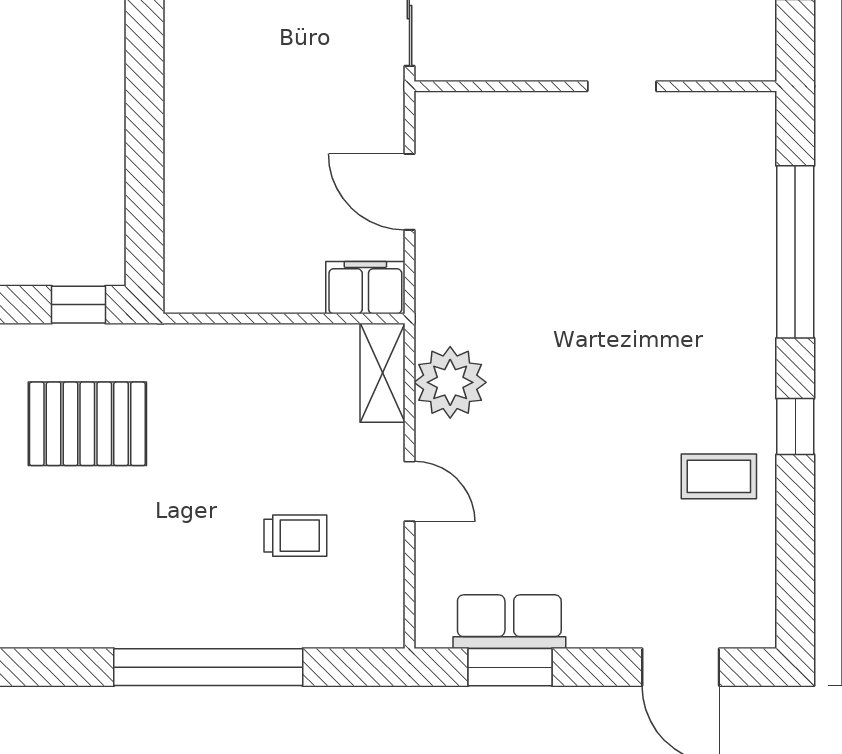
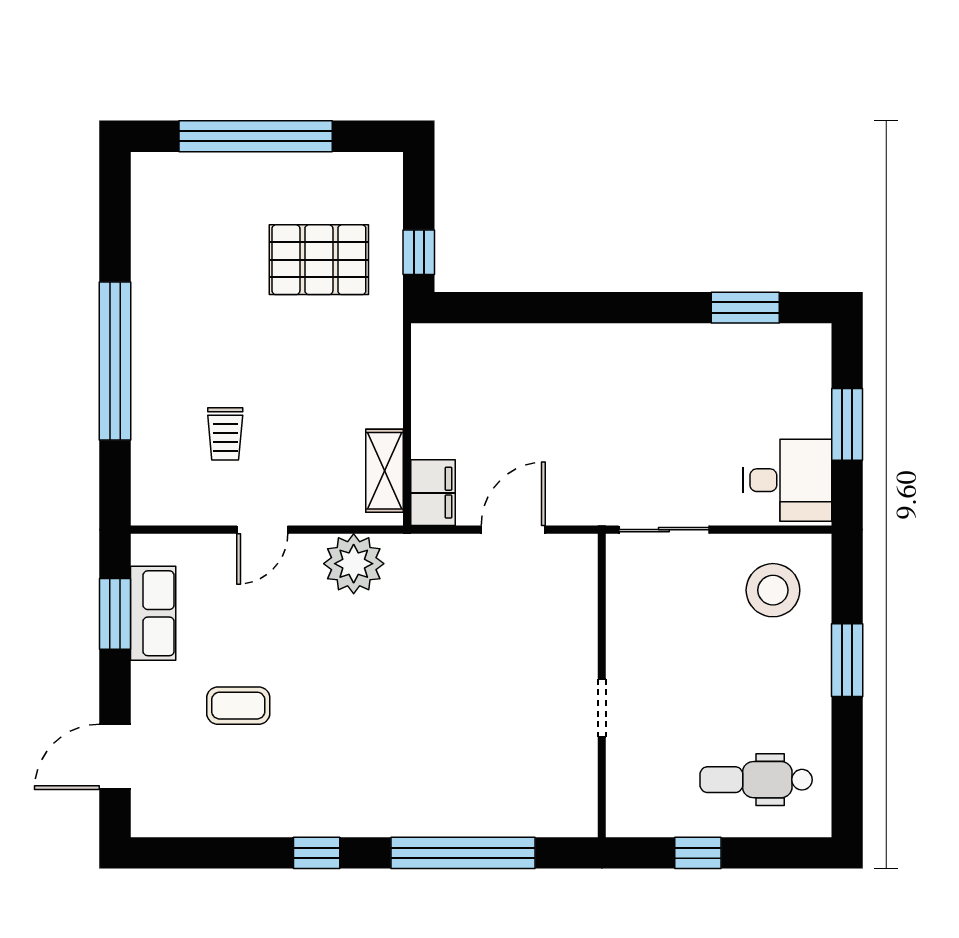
shelving: (383, 373) -> (384, 471), moved, turned 90
pallet: (87, 424) -> (319, 260), turned 90
coffee table: (719, 476) -> (238, 706), moved, turned 90

